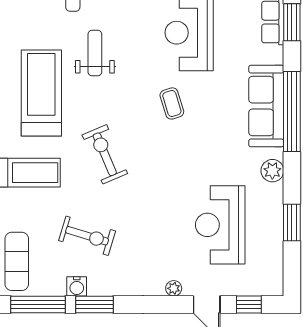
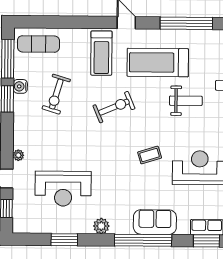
treadmill: (41, 93) -> (158, 62), turned 180
sofa: (266, 106) -> (155, 222), width x0.73
reception desk: (220, 225) -> (63, 189), turned 180

